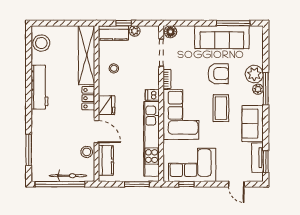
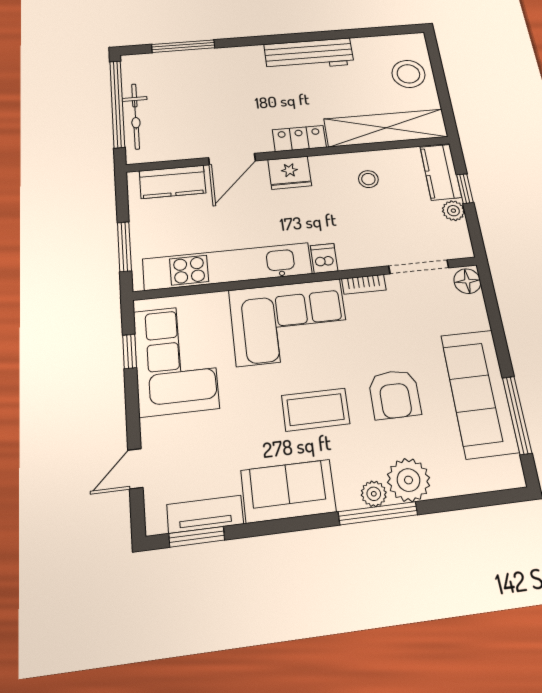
stool: (41, 43) -> (408, 74), moved
stool: (87, 152) -> (188, 145), removed

